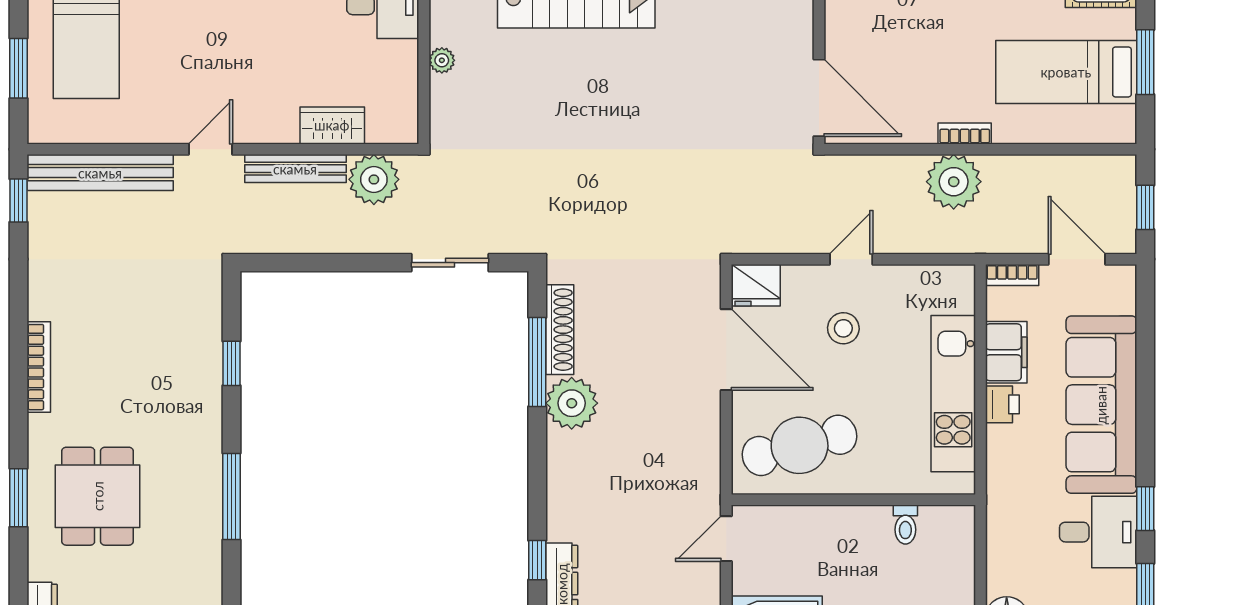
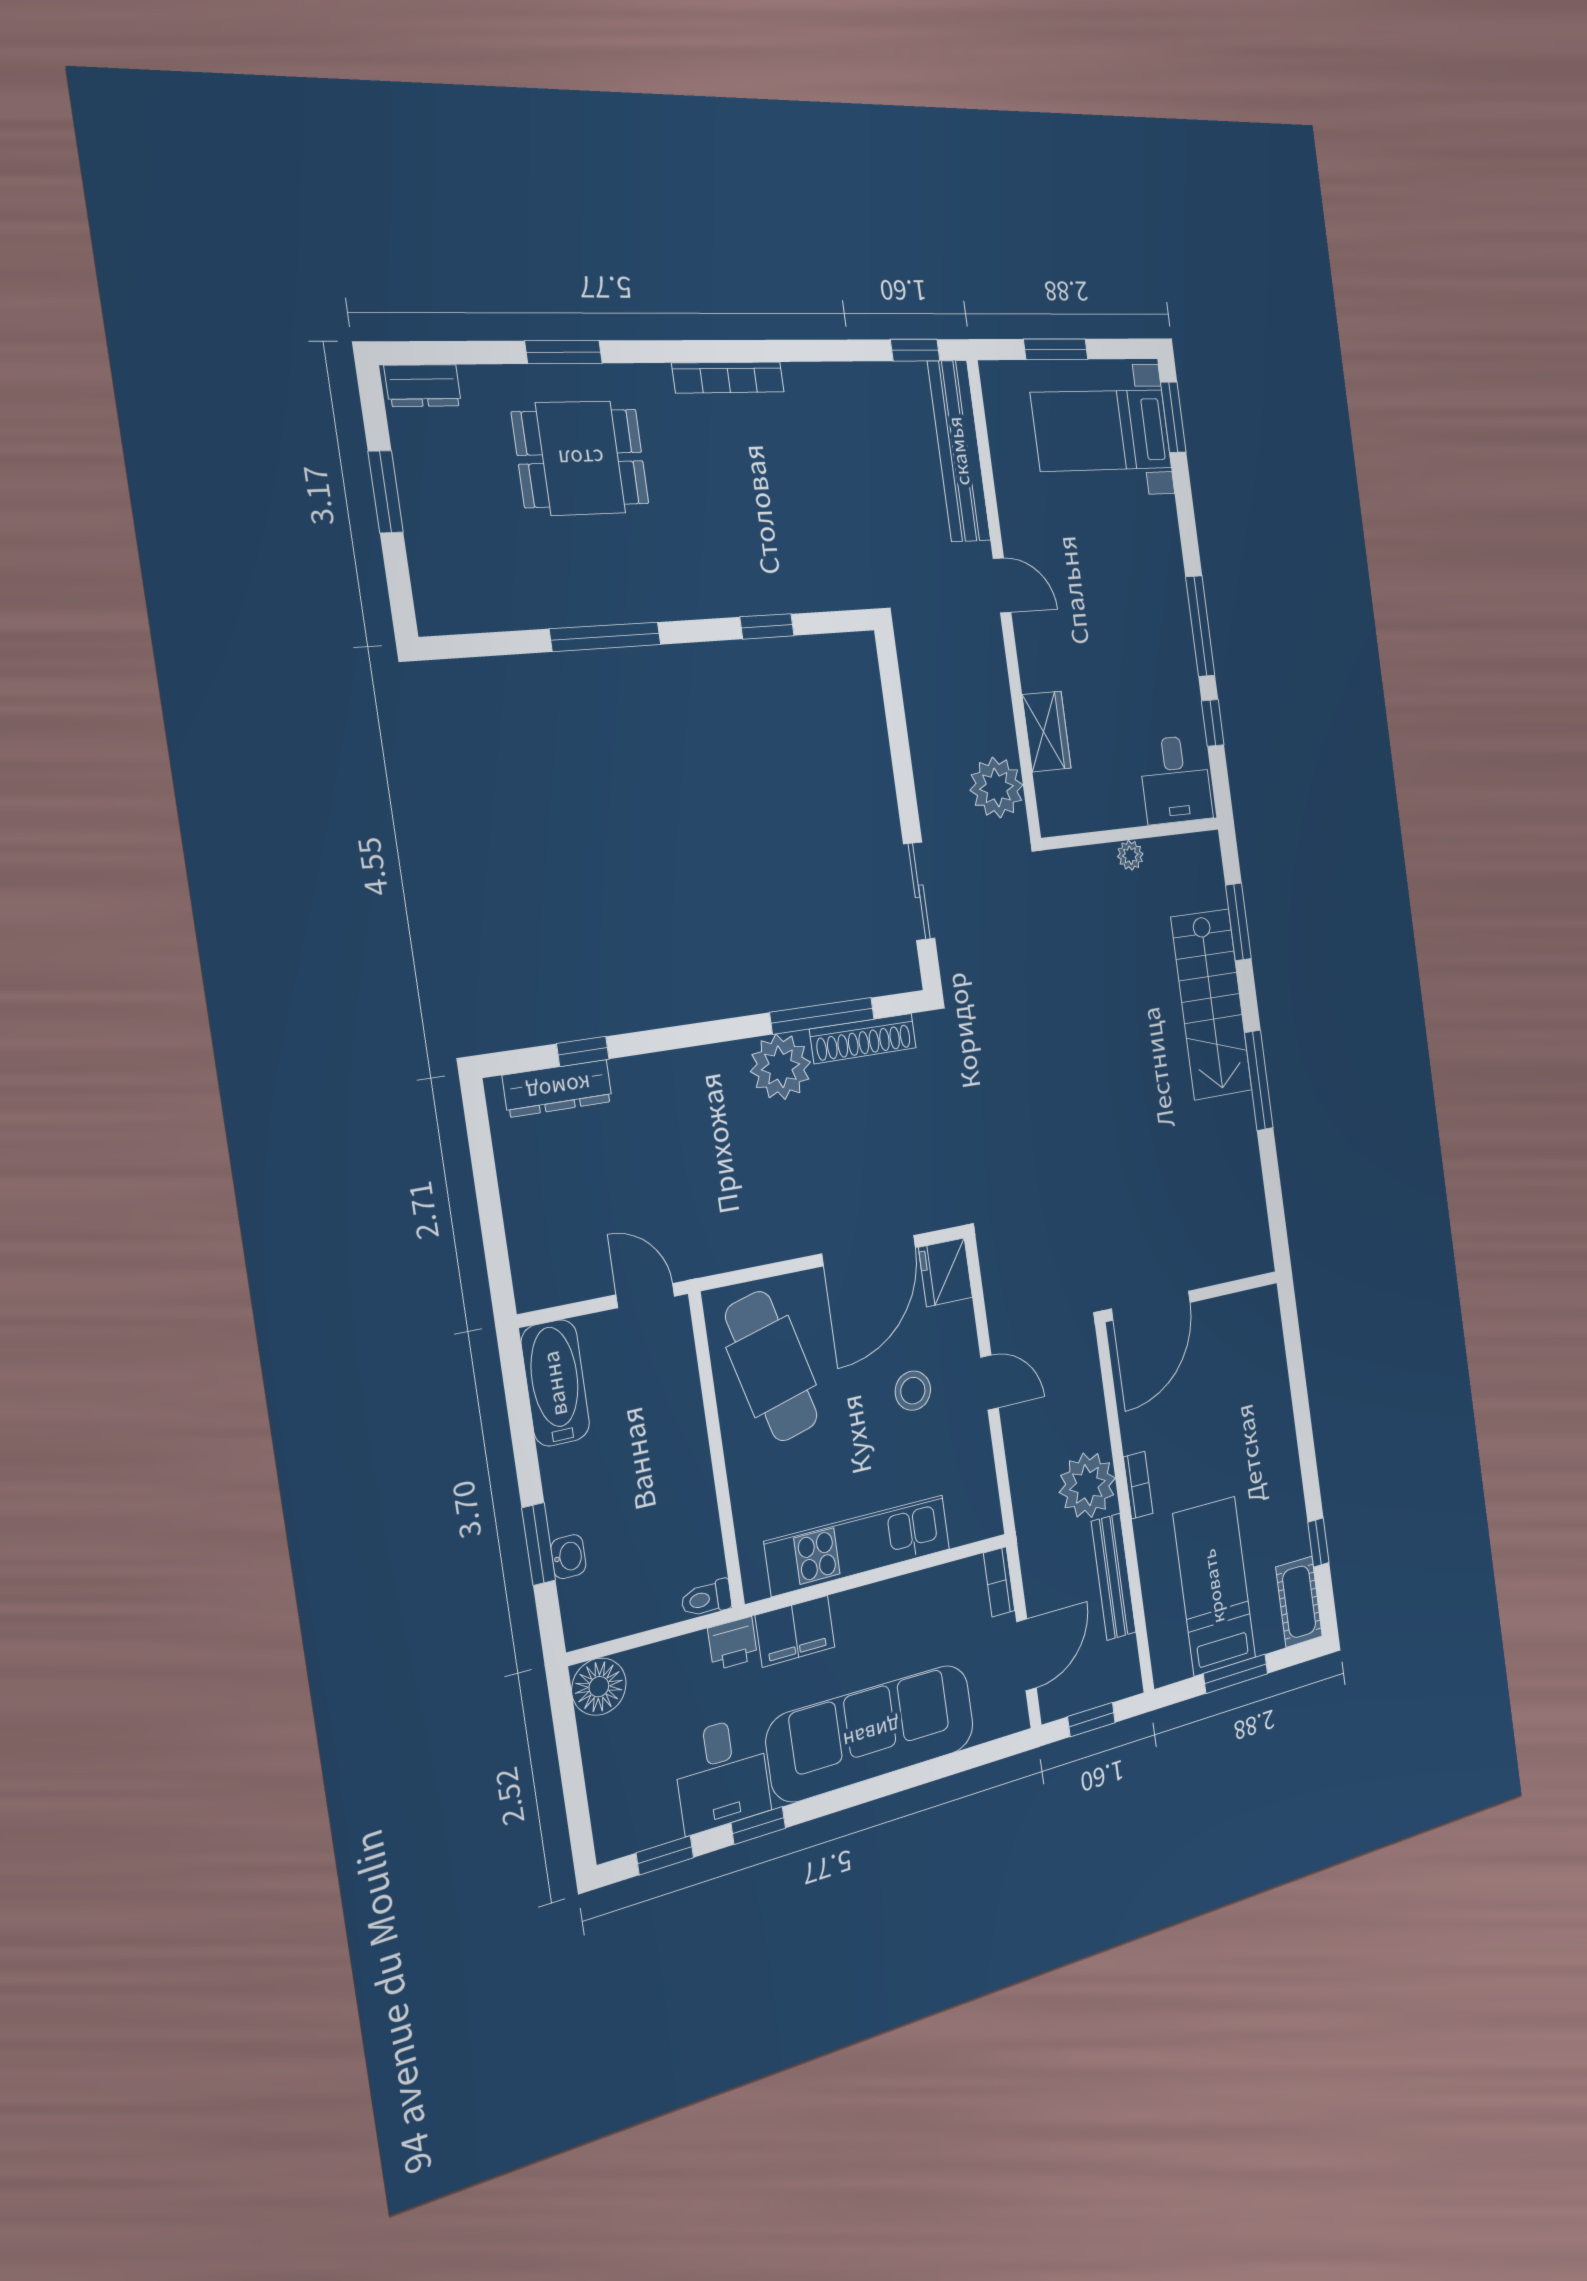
bench: (295, 169) -> (1114, 1577), moved
filing cabinet: (1006, 352) -> (795, 1631), moved
printer: (1002, 404) -> (733, 1643), moved
toilet: (905, 525) -> (706, 1599), moved

